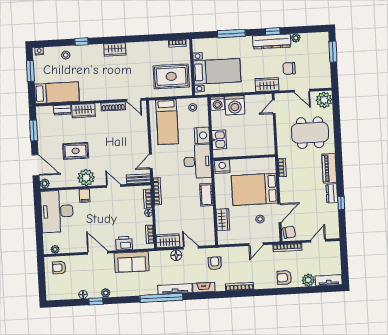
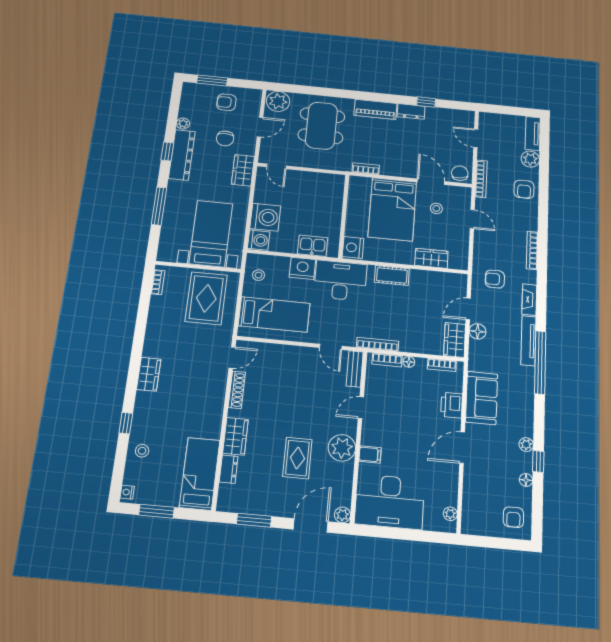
armchair: (317, 64) -> (226, 102), added
armchair: (59, 268) -> (513, 517), moved

